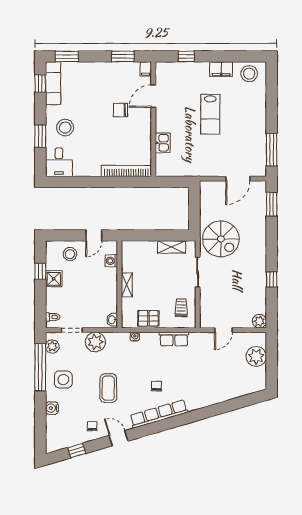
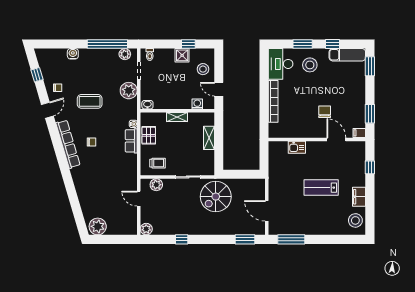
window: (40, 84) -> (333, 44), moved
desk: (59, 162) -> (281, 64), width x1.37
bookcase: (126, 171) -> (273, 101), moved
shelving: (172, 247) -> (209, 138), moved
plant: (207, 309) -> (156, 185), added
row of seats: (174, 339) -> (131, 141), moved
plant: (256, 356) -> (98, 226), moved
side table: (63, 379) -> (97, 63), removed

